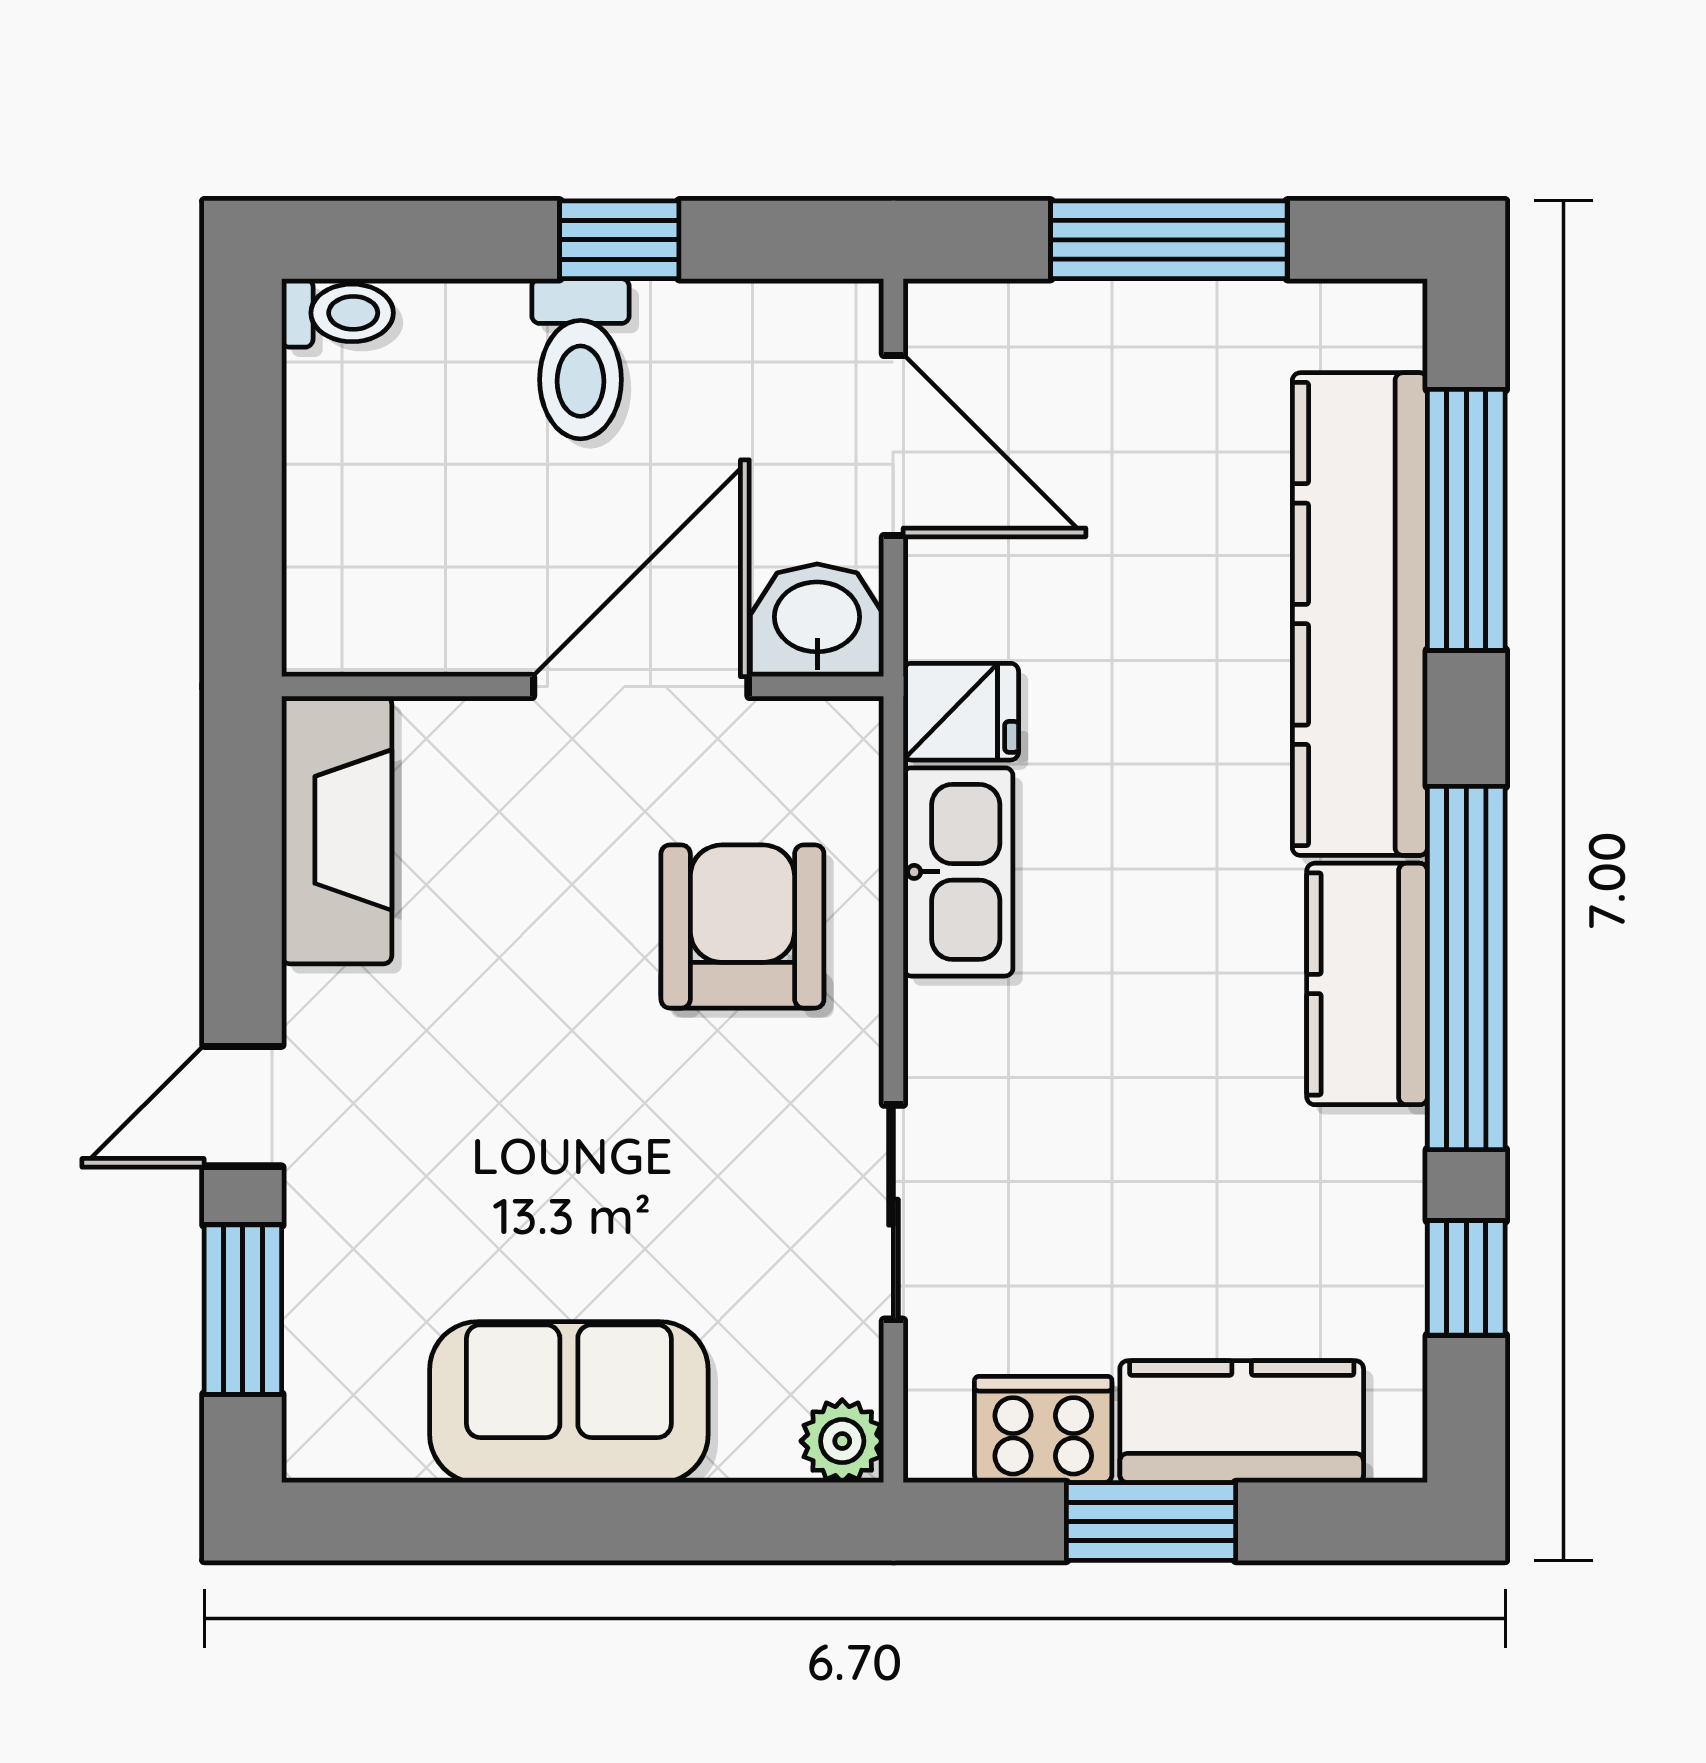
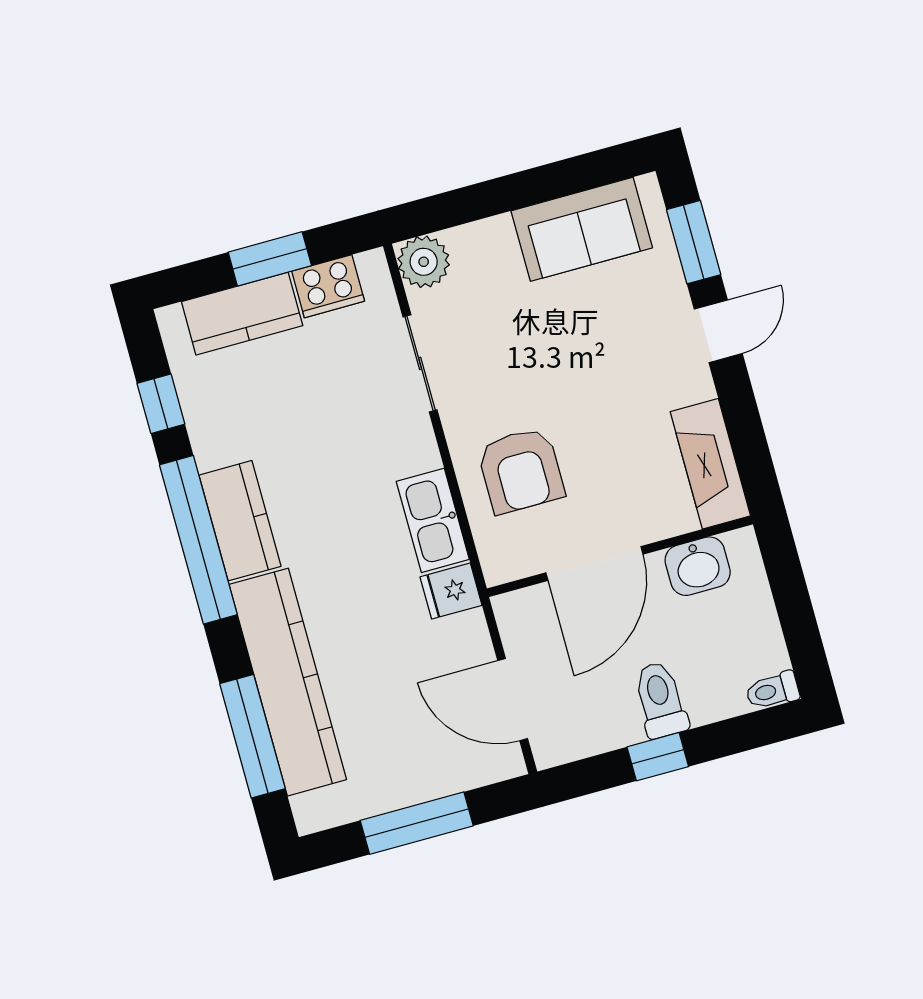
washbasin: (817, 620) -> (698, 566), moved
sofa: (569, 1402) -> (582, 229), moved
plant: (842, 1441) -> (424, 262), width x1.38, depth x1.38

